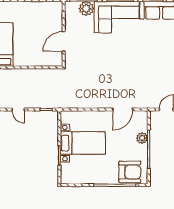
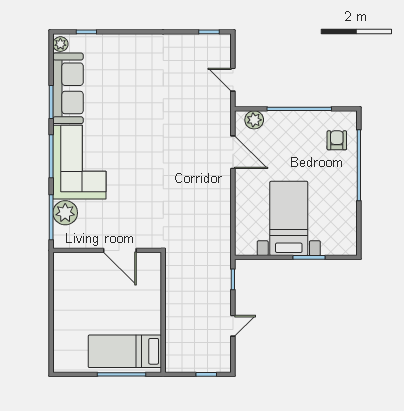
plant: (142, 138) -> (254, 120), moved
armchair: (130, 172) -> (337, 140), width x0.53, depth x0.53

